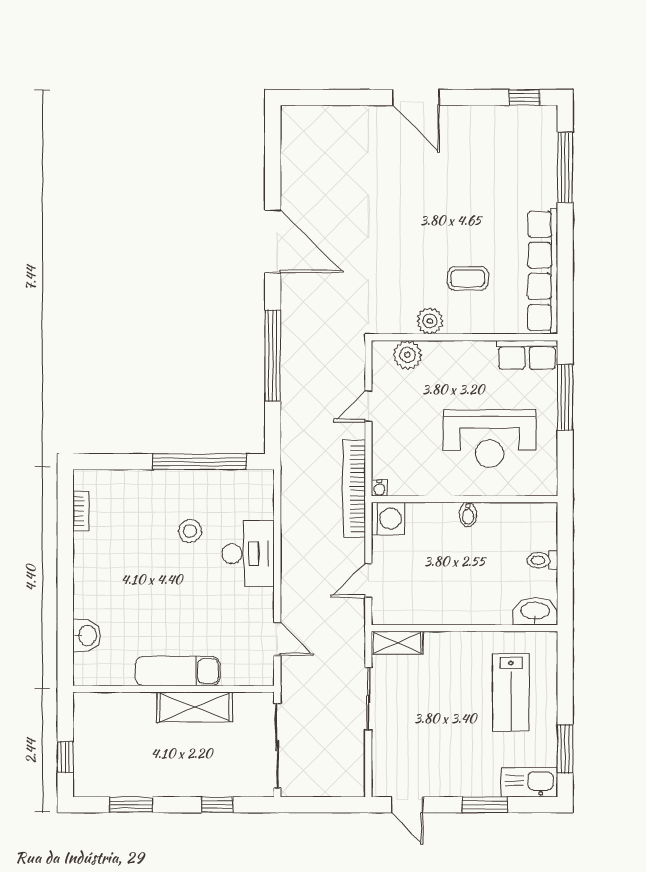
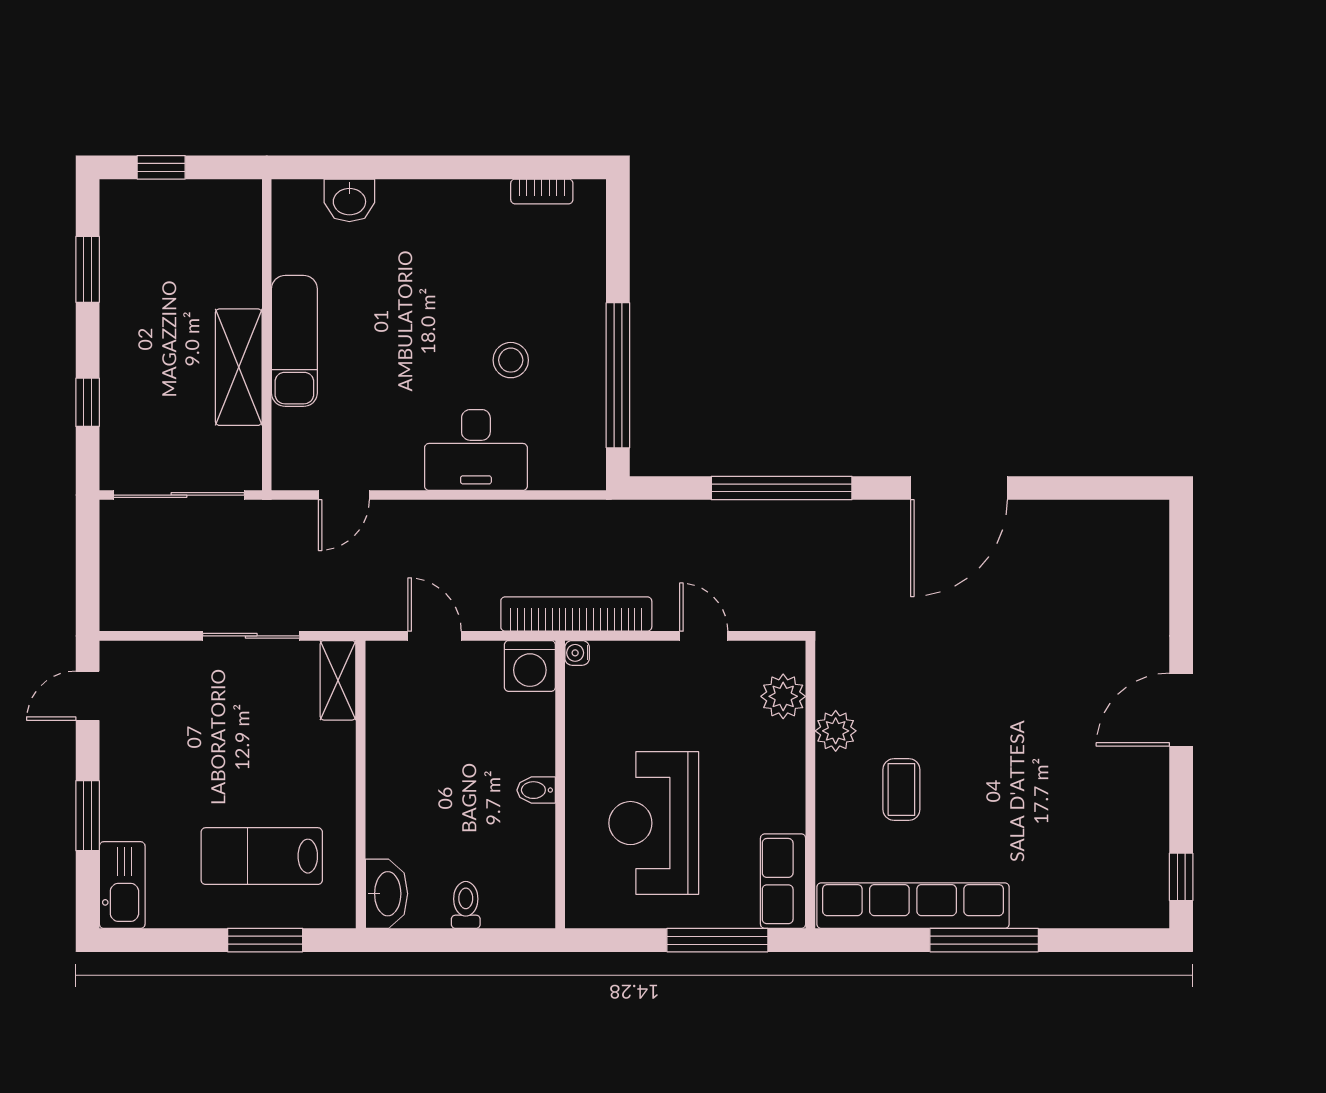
window: (565, 167) -> (984, 940), moved
window: (565, 749) -> (265, 940), moved

